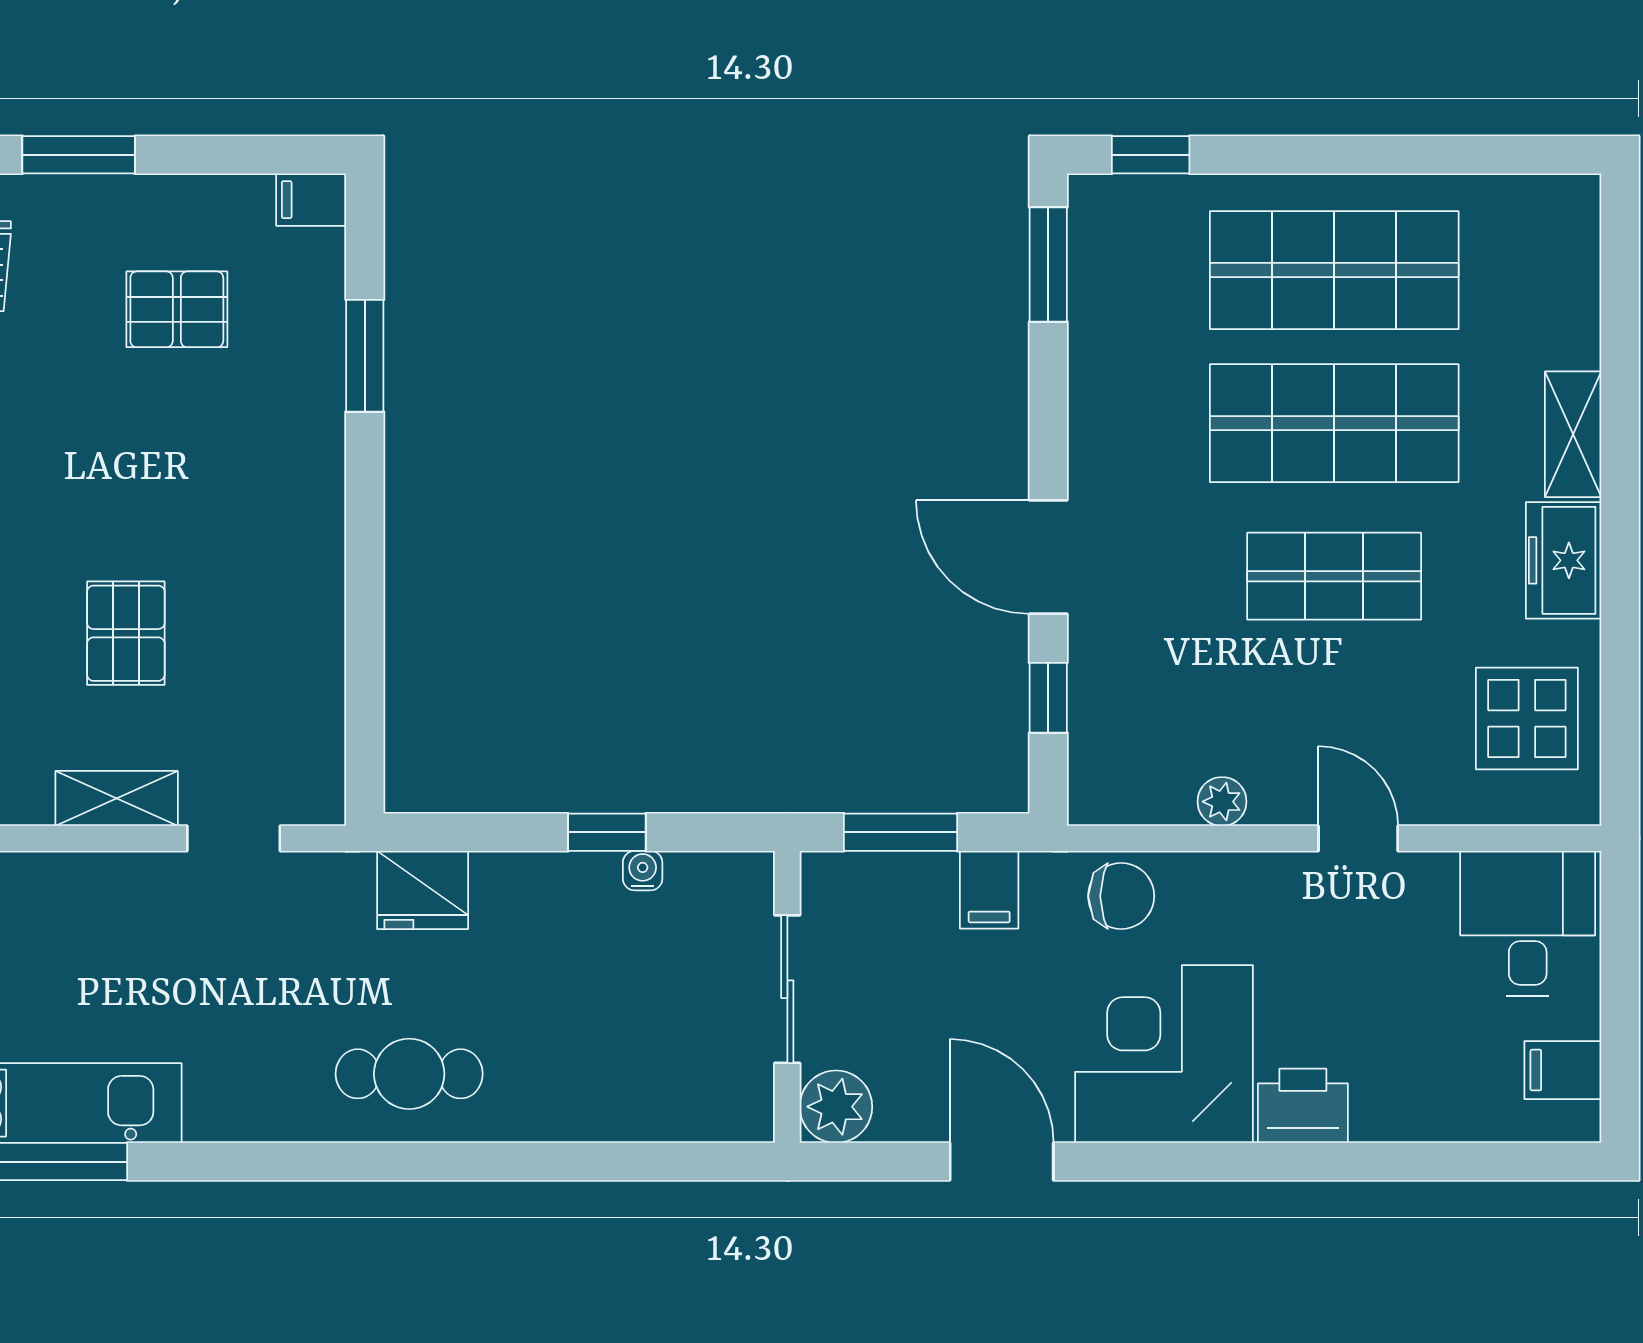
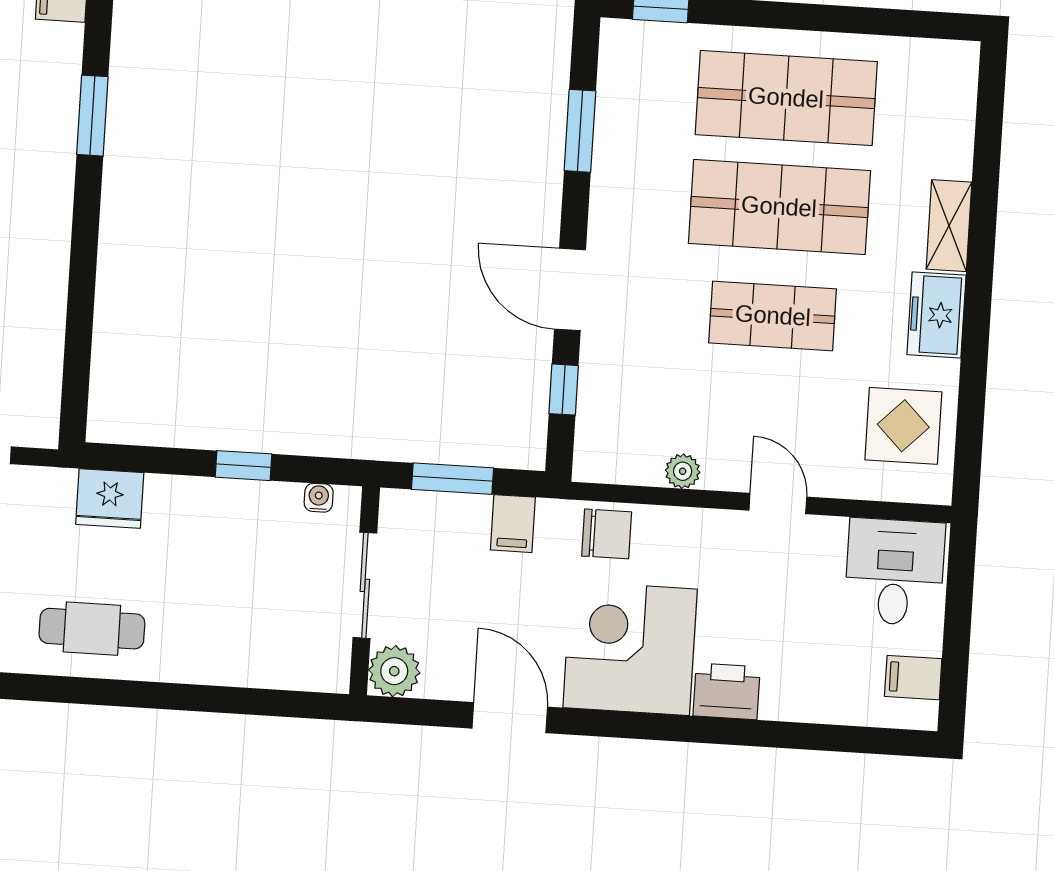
window: (1048, 265) -> (580, 131), moved
water cooler: (643, 871) -> (319, 498), moved

